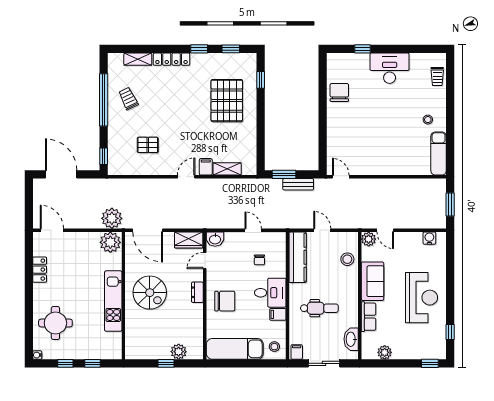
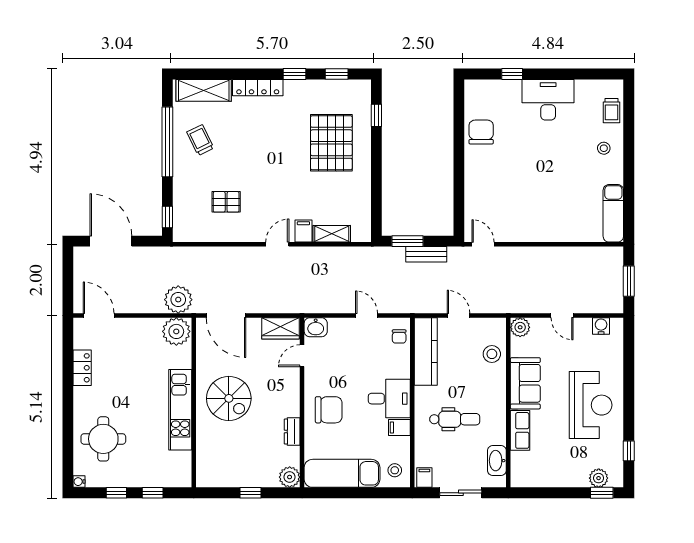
shelving: (138, 59) -> (204, 90), width x1.50, depth x1.33
stool: (428, 120) -> (604, 148), moved
door: (385, 230) -> (562, 315), moved
chair: (259, 260) -> (399, 336), moved
dresser: (197, 292) -> (292, 432), moved
plant: (179, 352) -> (290, 477), moved
plant: (385, 352) -> (599, 478), moved

